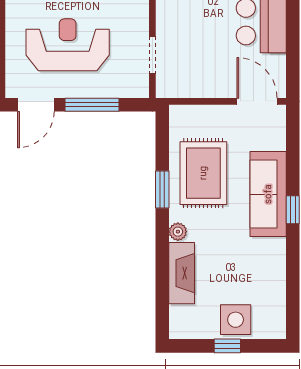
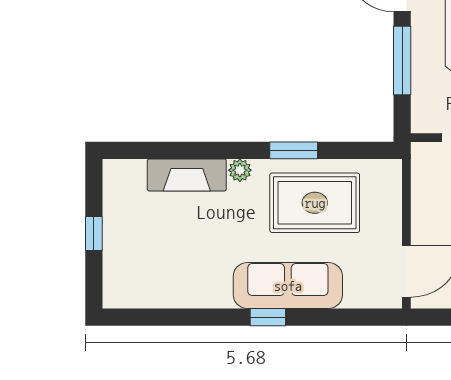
side table: (236, 320) -> (127, 244), removed

